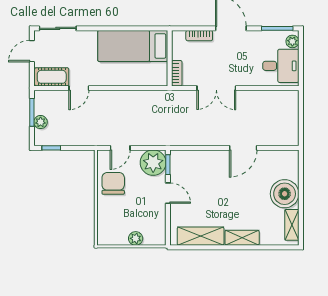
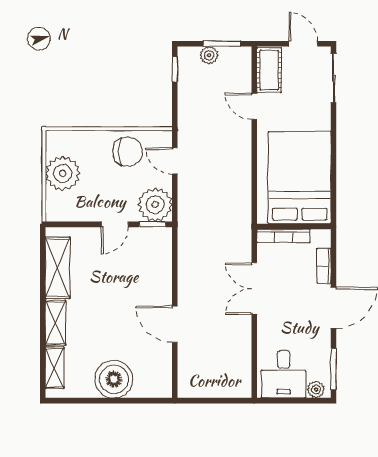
bed: (133, 46) -> (300, 178), width x1.50
bookcase: (177, 73) -> (283, 236), width x1.56
shelving: (292, 225) -> (55, 368), moved, turned 90
plant: (136, 238) -> (63, 173), width x1.88, depth x1.88

